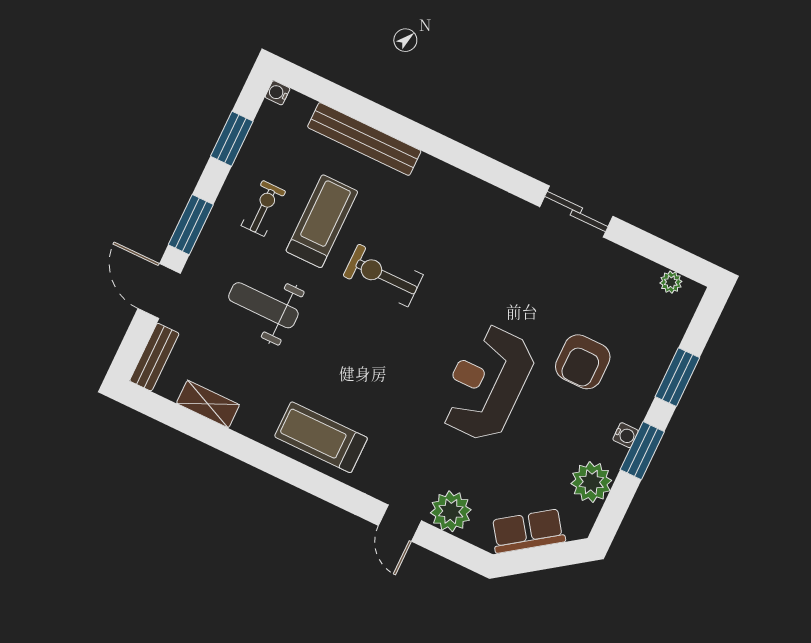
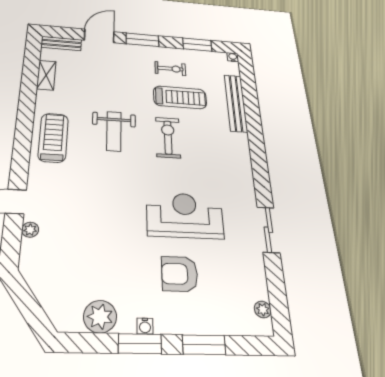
weight bench: (263, 305) -> (114, 131), moved, turned 180
reception desk: (487, 383) -> (185, 215), moved
plant: (451, 511) -> (30, 230), width x0.53, depth x0.53
row of seats: (528, 531) -> (45, 287), removed

